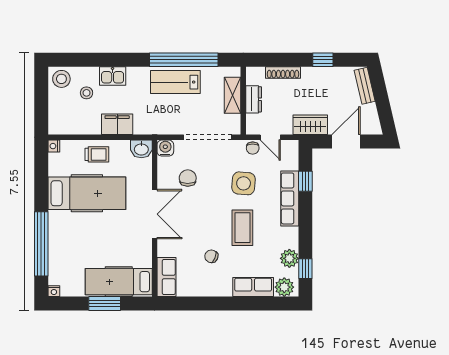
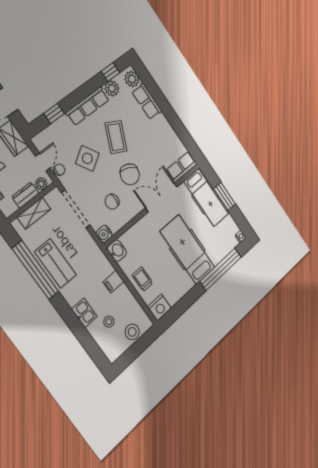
stool: (61, 79) -> (132, 332), moved
plant: (253, 121) -> (41, 184), added
filing cabinet: (117, 124) -> (114, 282), width x0.50
nightstand: (54, 146) -> (159, 308), width x1.89, depth x1.79
side table: (244, 183) -> (87, 158), turned -37
hospital bed: (87, 193) -> (187, 250), moved
row of seats: (290, 198) -> (88, 106), moved
double door: (155, 214) -> (161, 197), moved
coffee table: (242, 228) -> (116, 137), turned -64
chair: (211, 256) -> (130, 174), moved, width x1.87, depth x1.87

